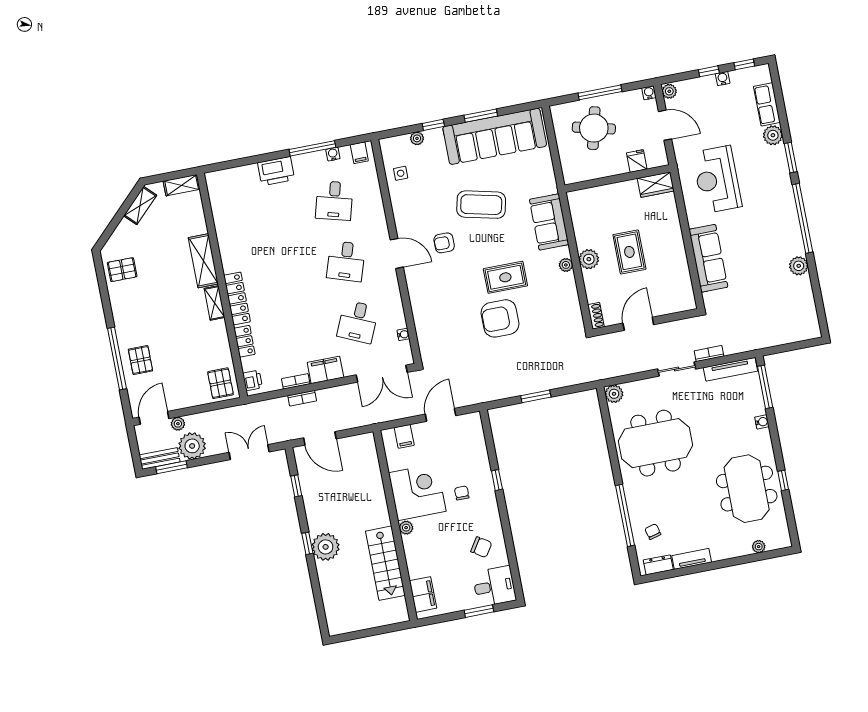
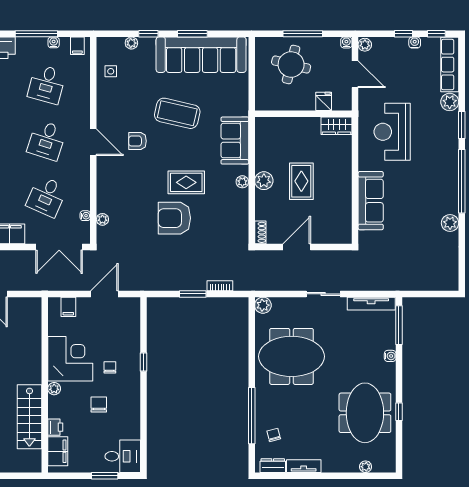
row of seats: (767, 104) -> (450, 65), width x1.48
plant: (423, 335) -> (102, 219), added
bookcase: (709, 353) -> (220, 286), moved
chair: (481, 547) -> (99, 404), moved, turned -123
printer: (415, 569) -> (55, 427), added

